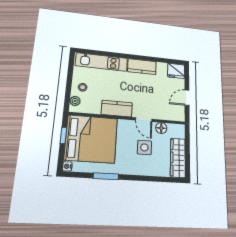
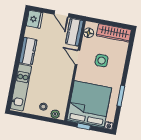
kitchen counter: (117, 109) -> (74, 32), moved
door: (144, 120) -> (78, 57), swing flipped
floor lamp: (161, 128) -> (89, 33), moved

